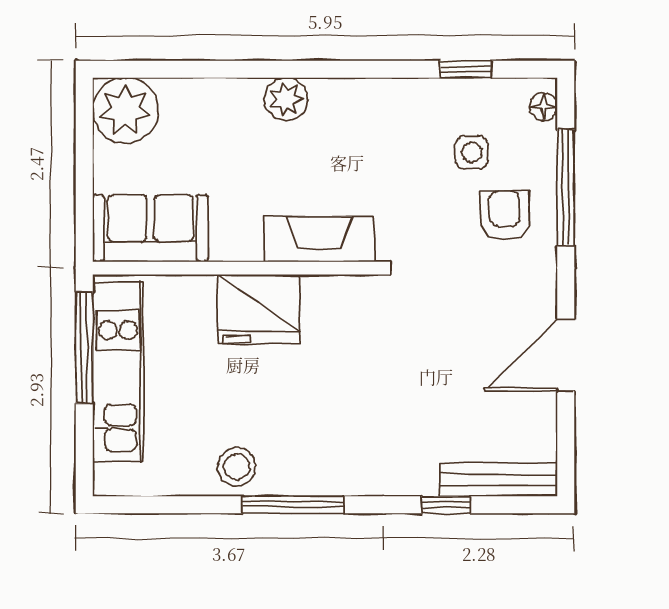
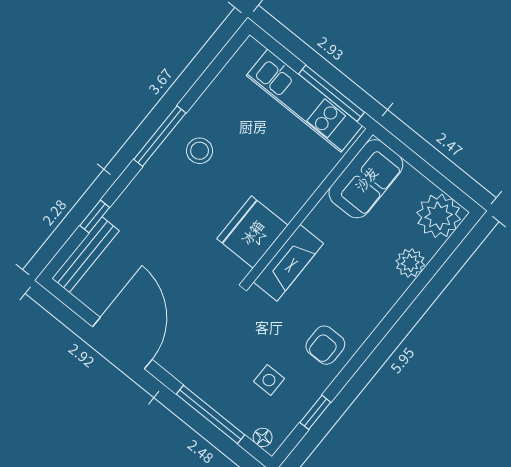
plant: (286, 99) -> (410, 263), moved
armchair: (505, 215) -> (325, 345), moved, turned 90
fridge: (258, 309) -> (252, 232), moved
door: (566, 355) -> (122, 343), width x1.36
stool: (237, 467) -> (200, 151), moved

